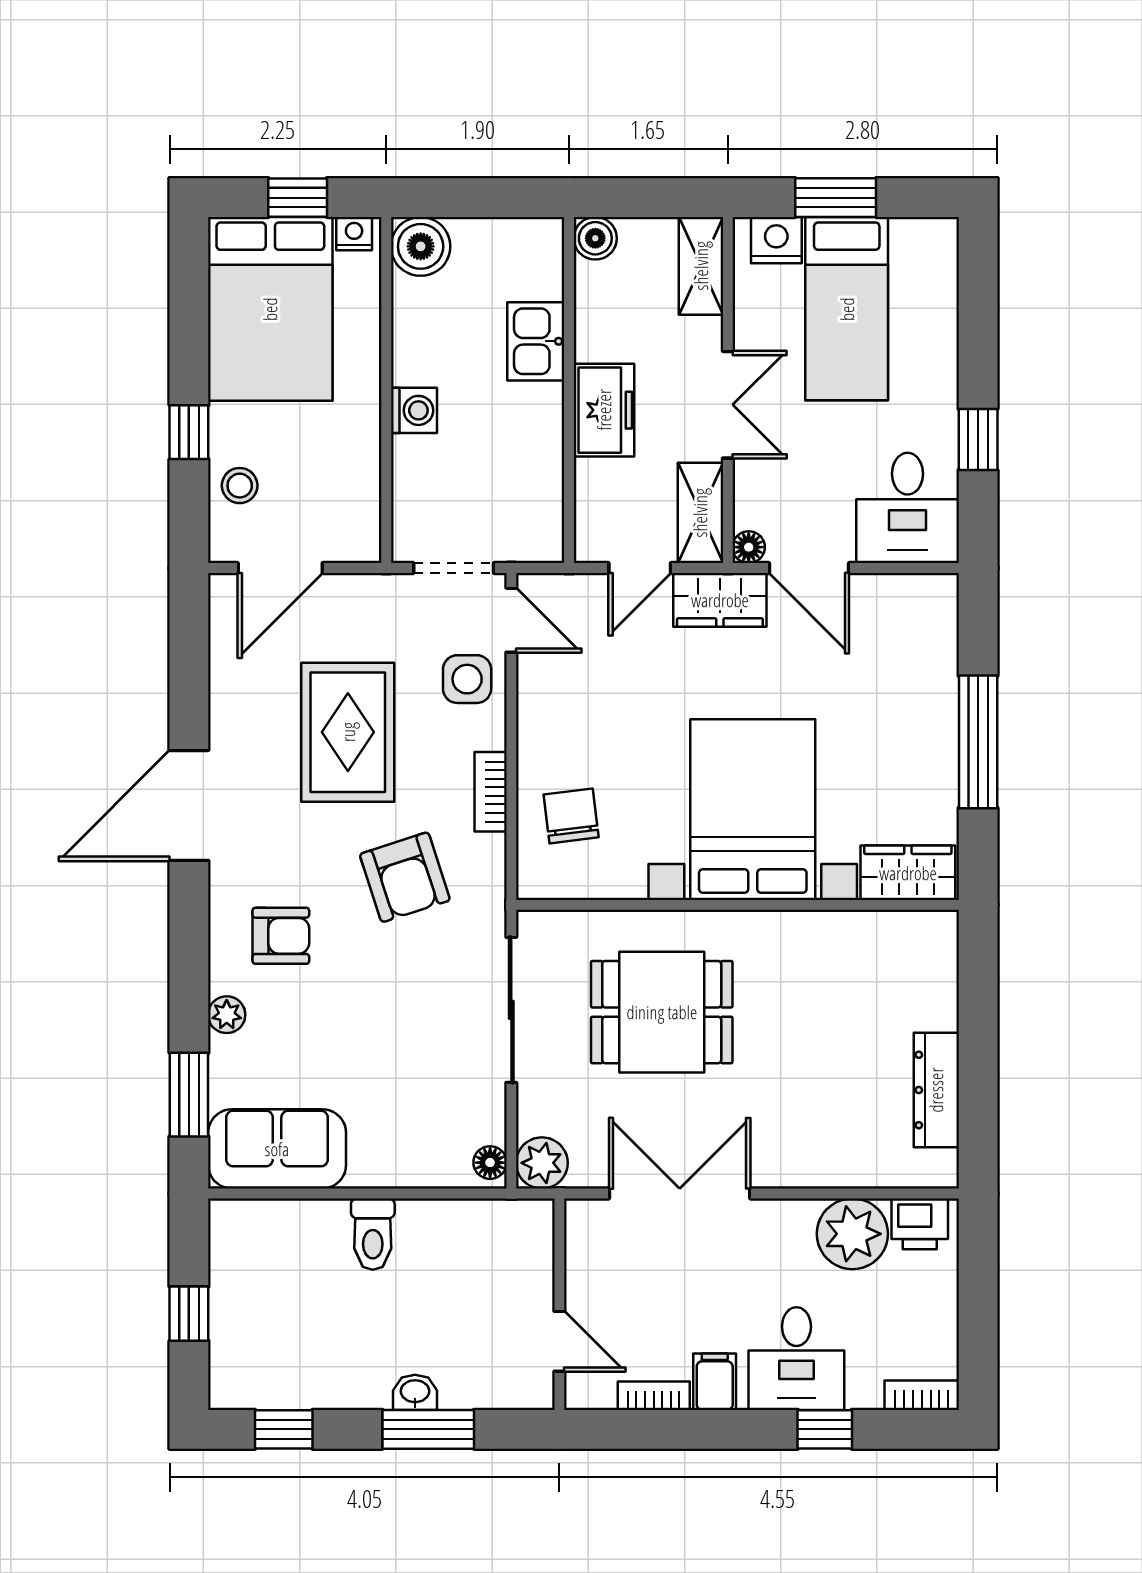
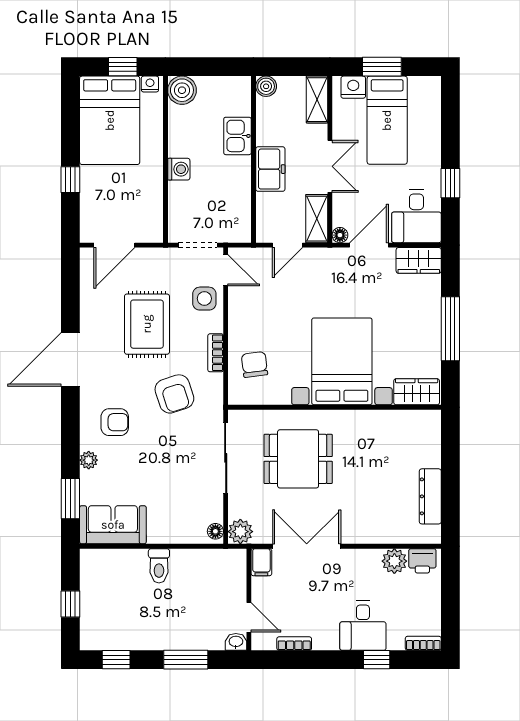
stool: (240, 486) -> (95, 205), removed
door: (809, 568) -> (369, 245), swing flipped
wardrobe: (720, 600) -> (419, 260), moved
plant: (852, 1234) -> (394, 561), width x0.73, depth x0.73
filing cabinet: (715, 1382) -> (261, 562), moved, turned 180
washbasin: (415, 1392) -> (236, 642), moved

